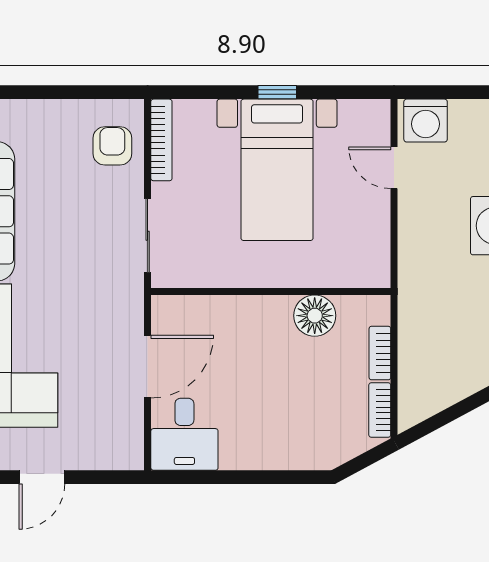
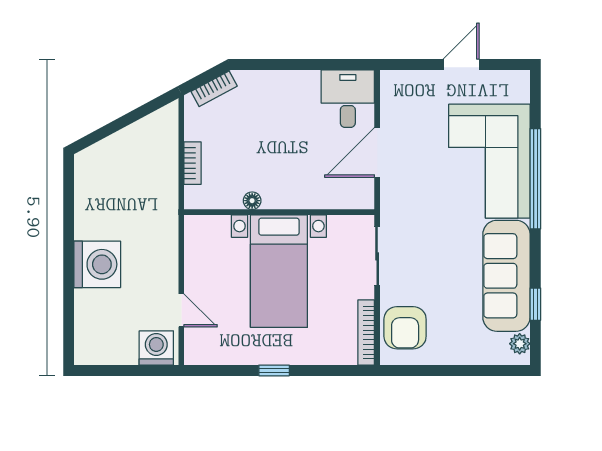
armchair: (112, 146) -> (405, 328), width x1.38, depth x1.38
bed with nightstands: (277, 170) -> (279, 271), moved, turned 180
floor lamp: (315, 316) -> (252, 201), width x0.53, depth x0.53
bookcase: (380, 410) -> (214, 89), moved, turned 62

